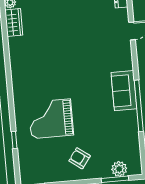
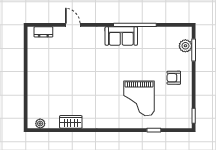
wardrobe: (14, 23) -> (71, 122), moved
armchair: (80, 158) -> (174, 78), turned 54

